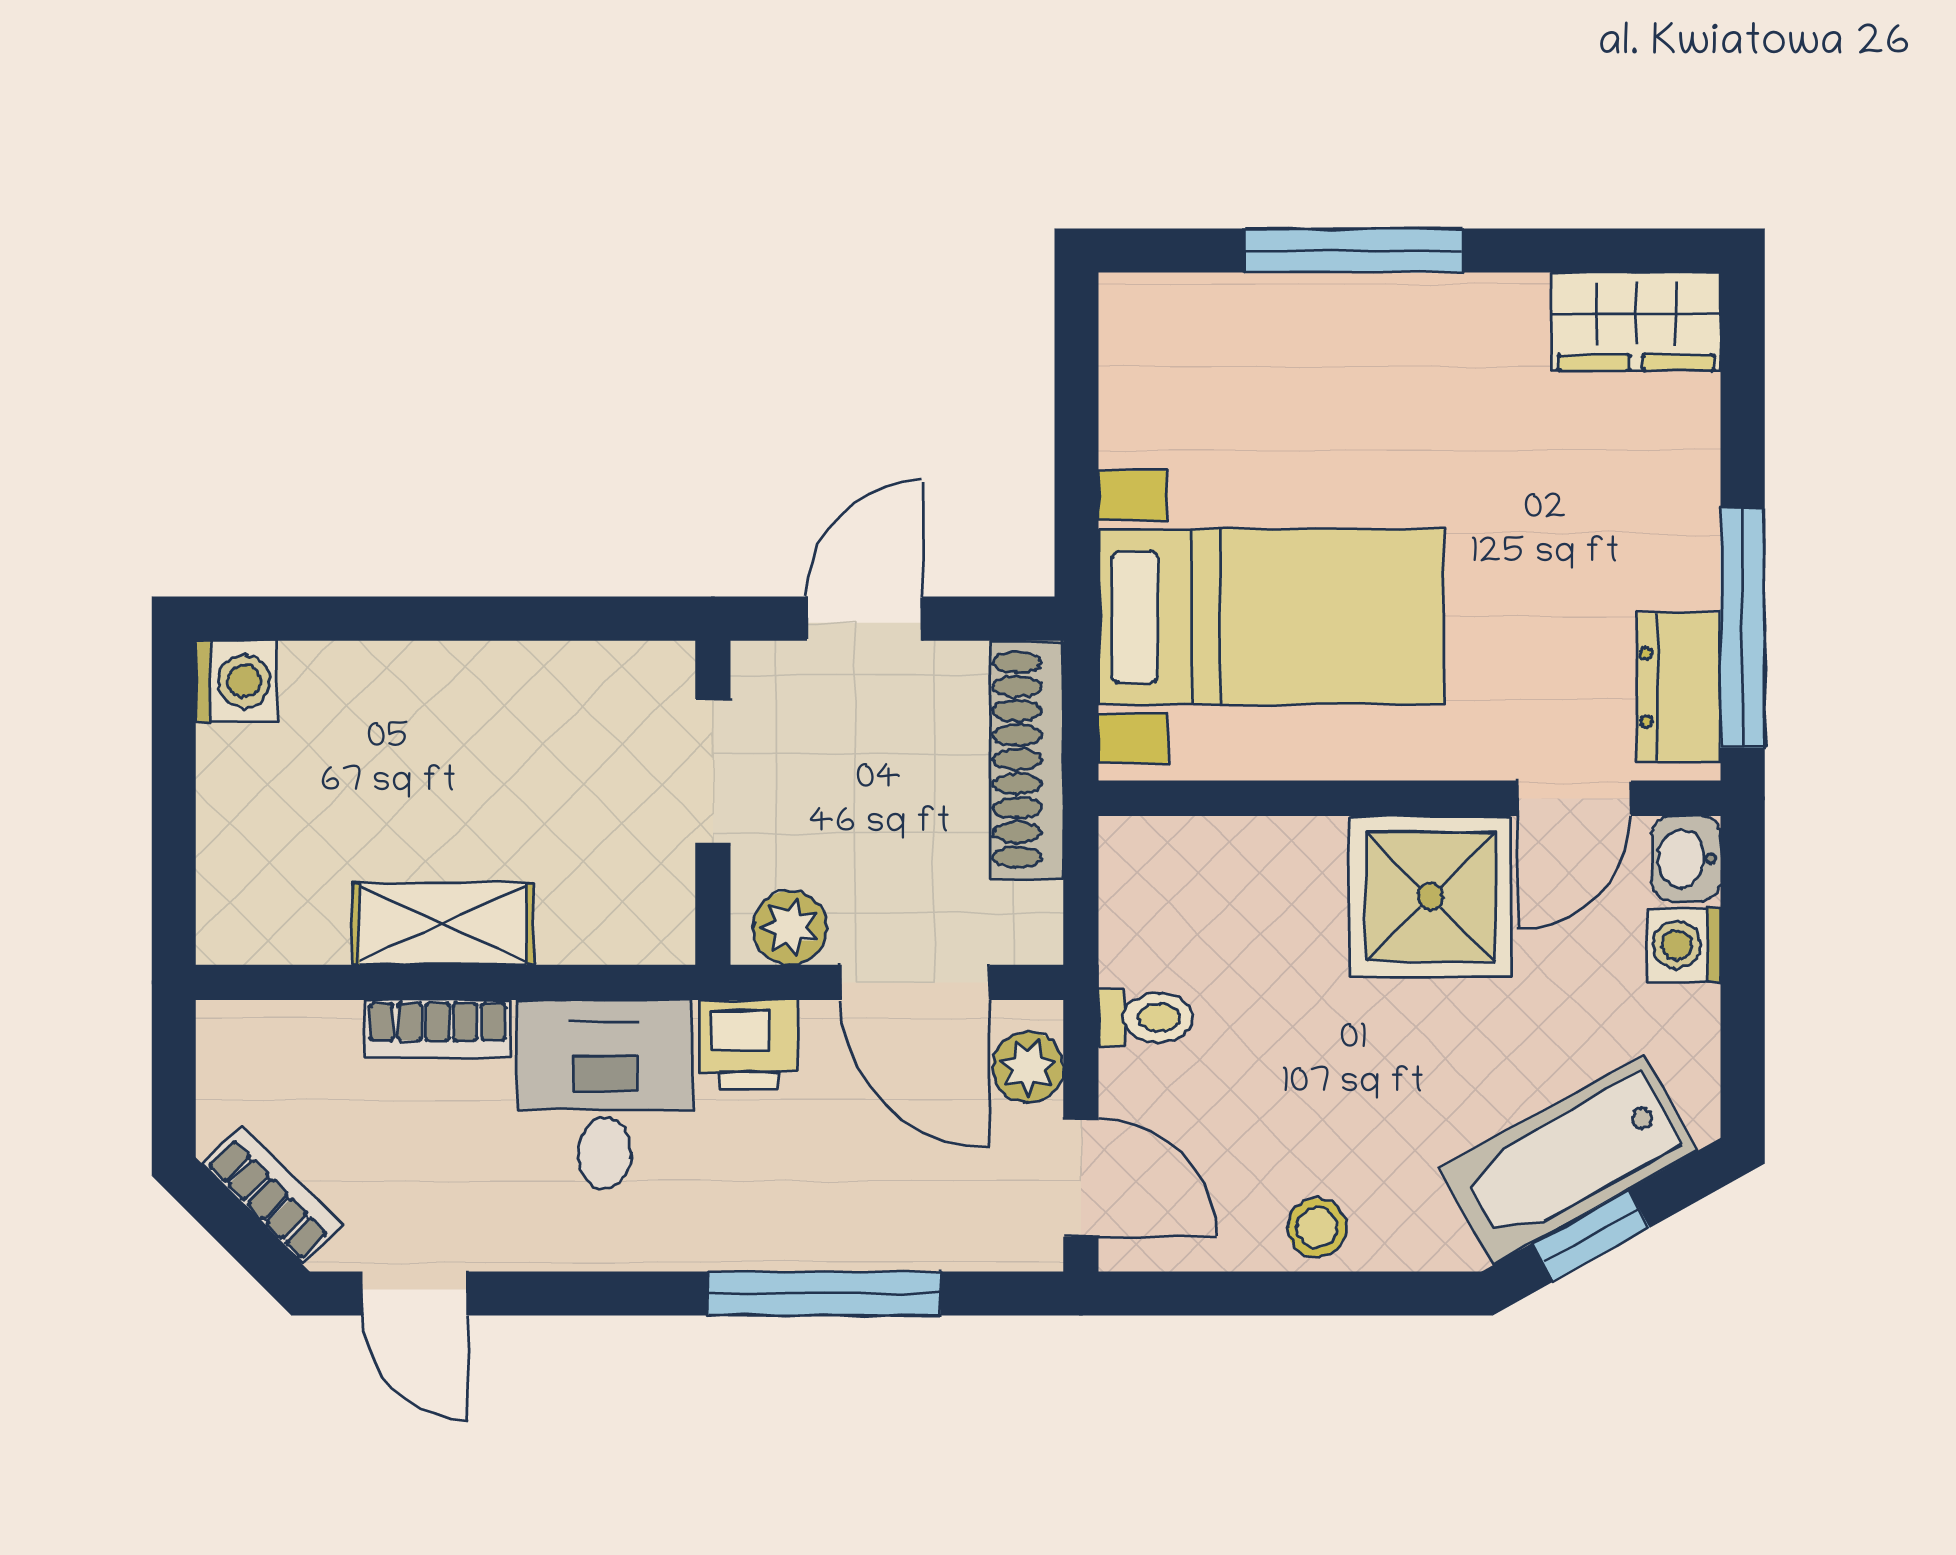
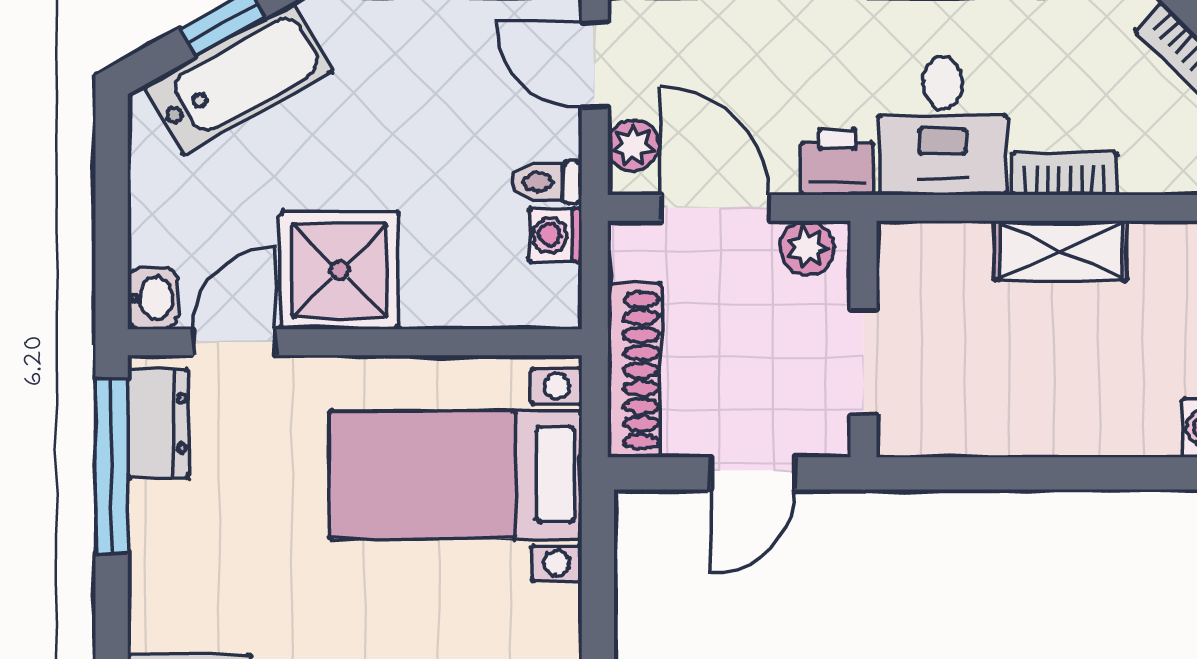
washing machine: (1684, 945) -> (555, 235), moved, turned 180
stool: (1317, 1228) -> (422, 29), removed

